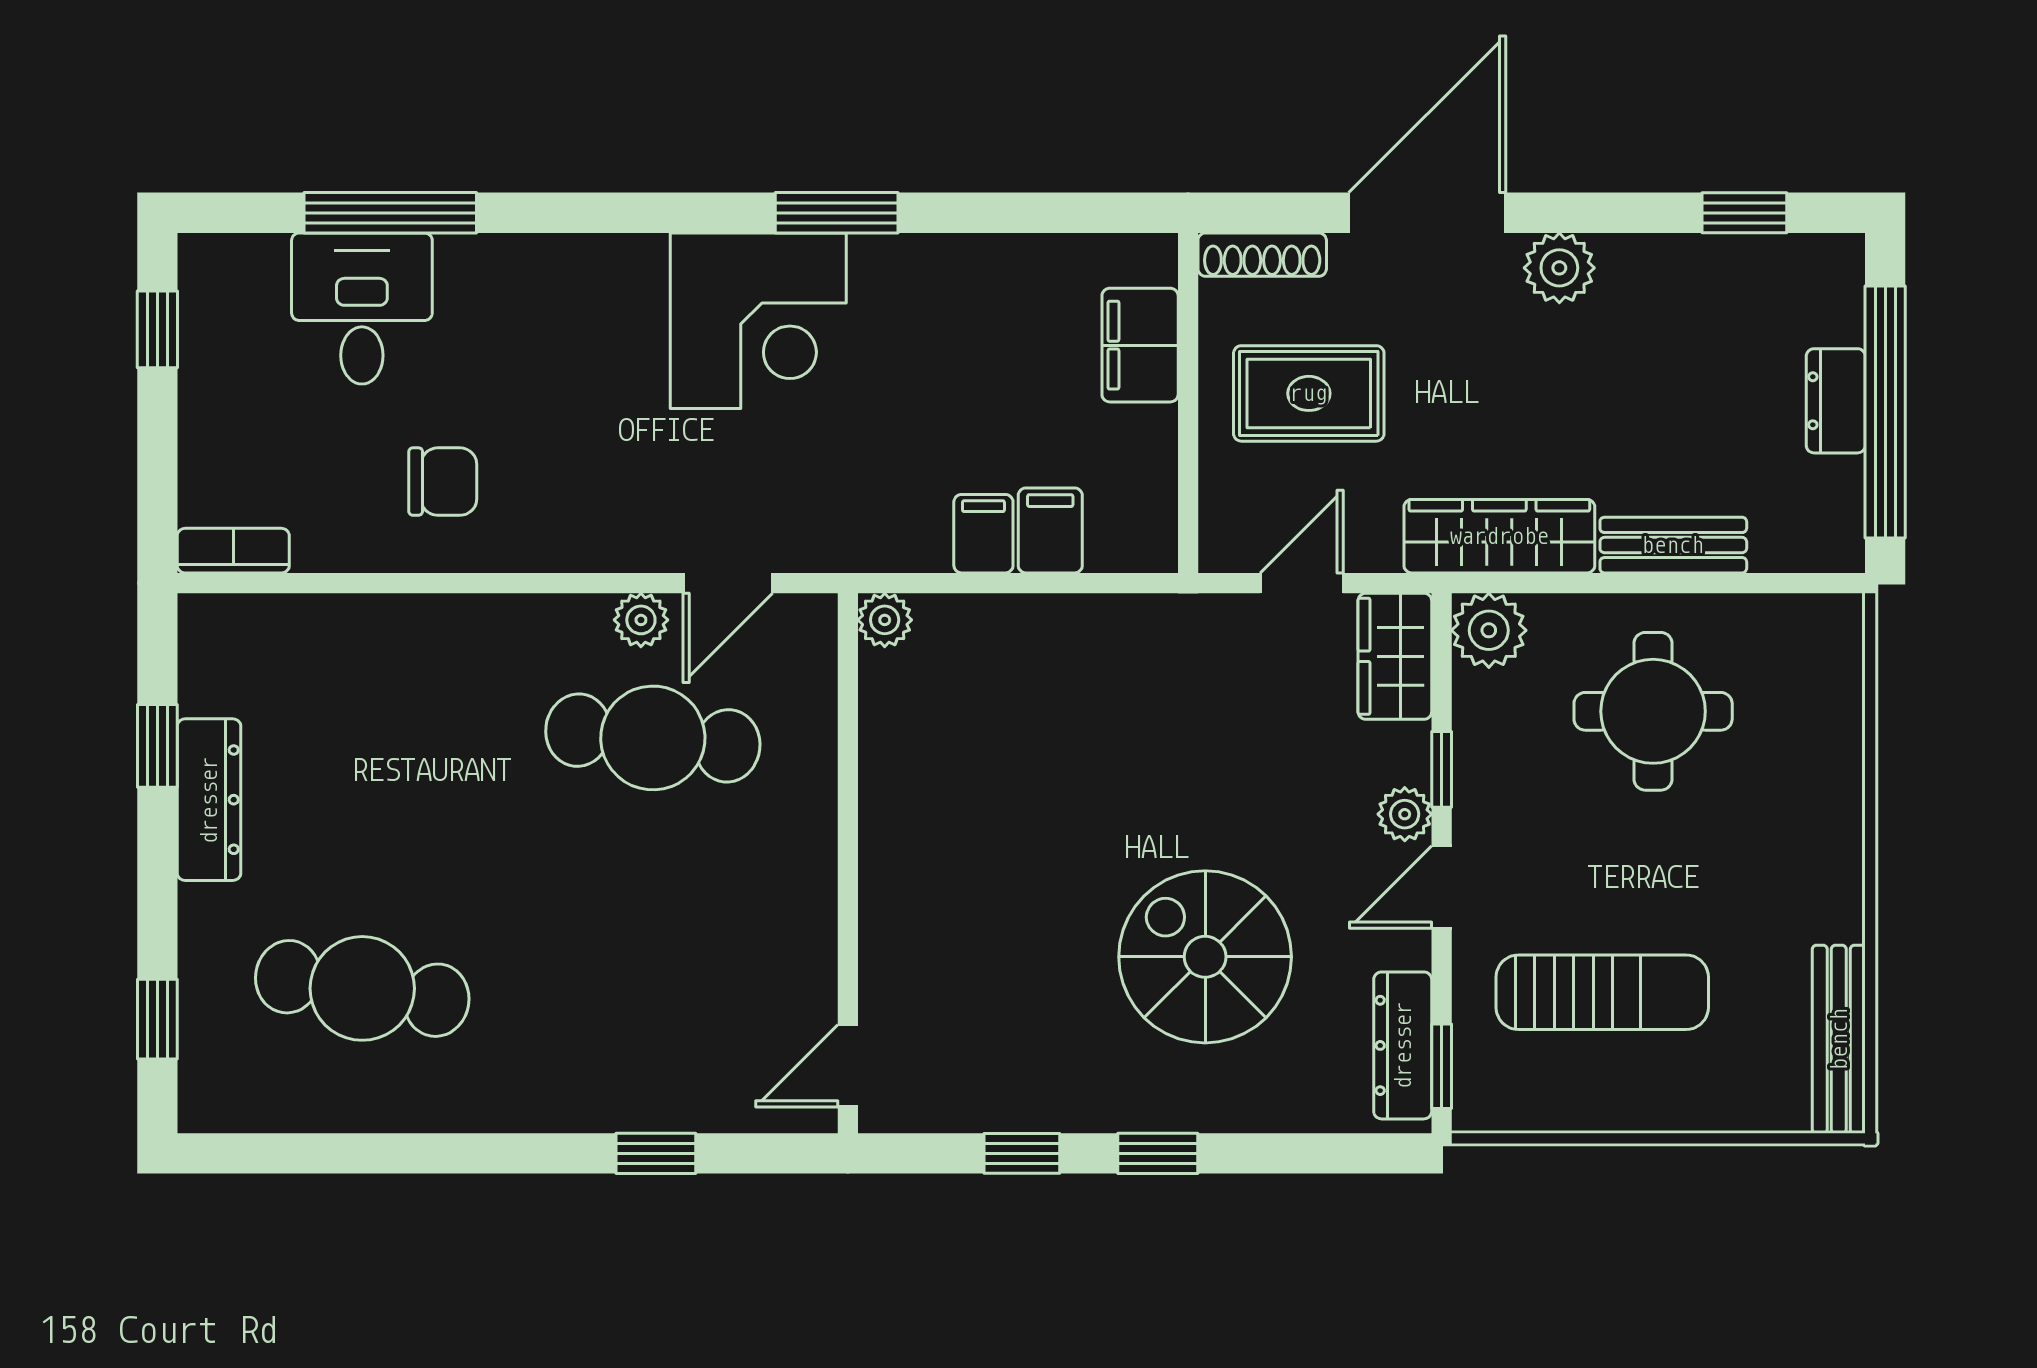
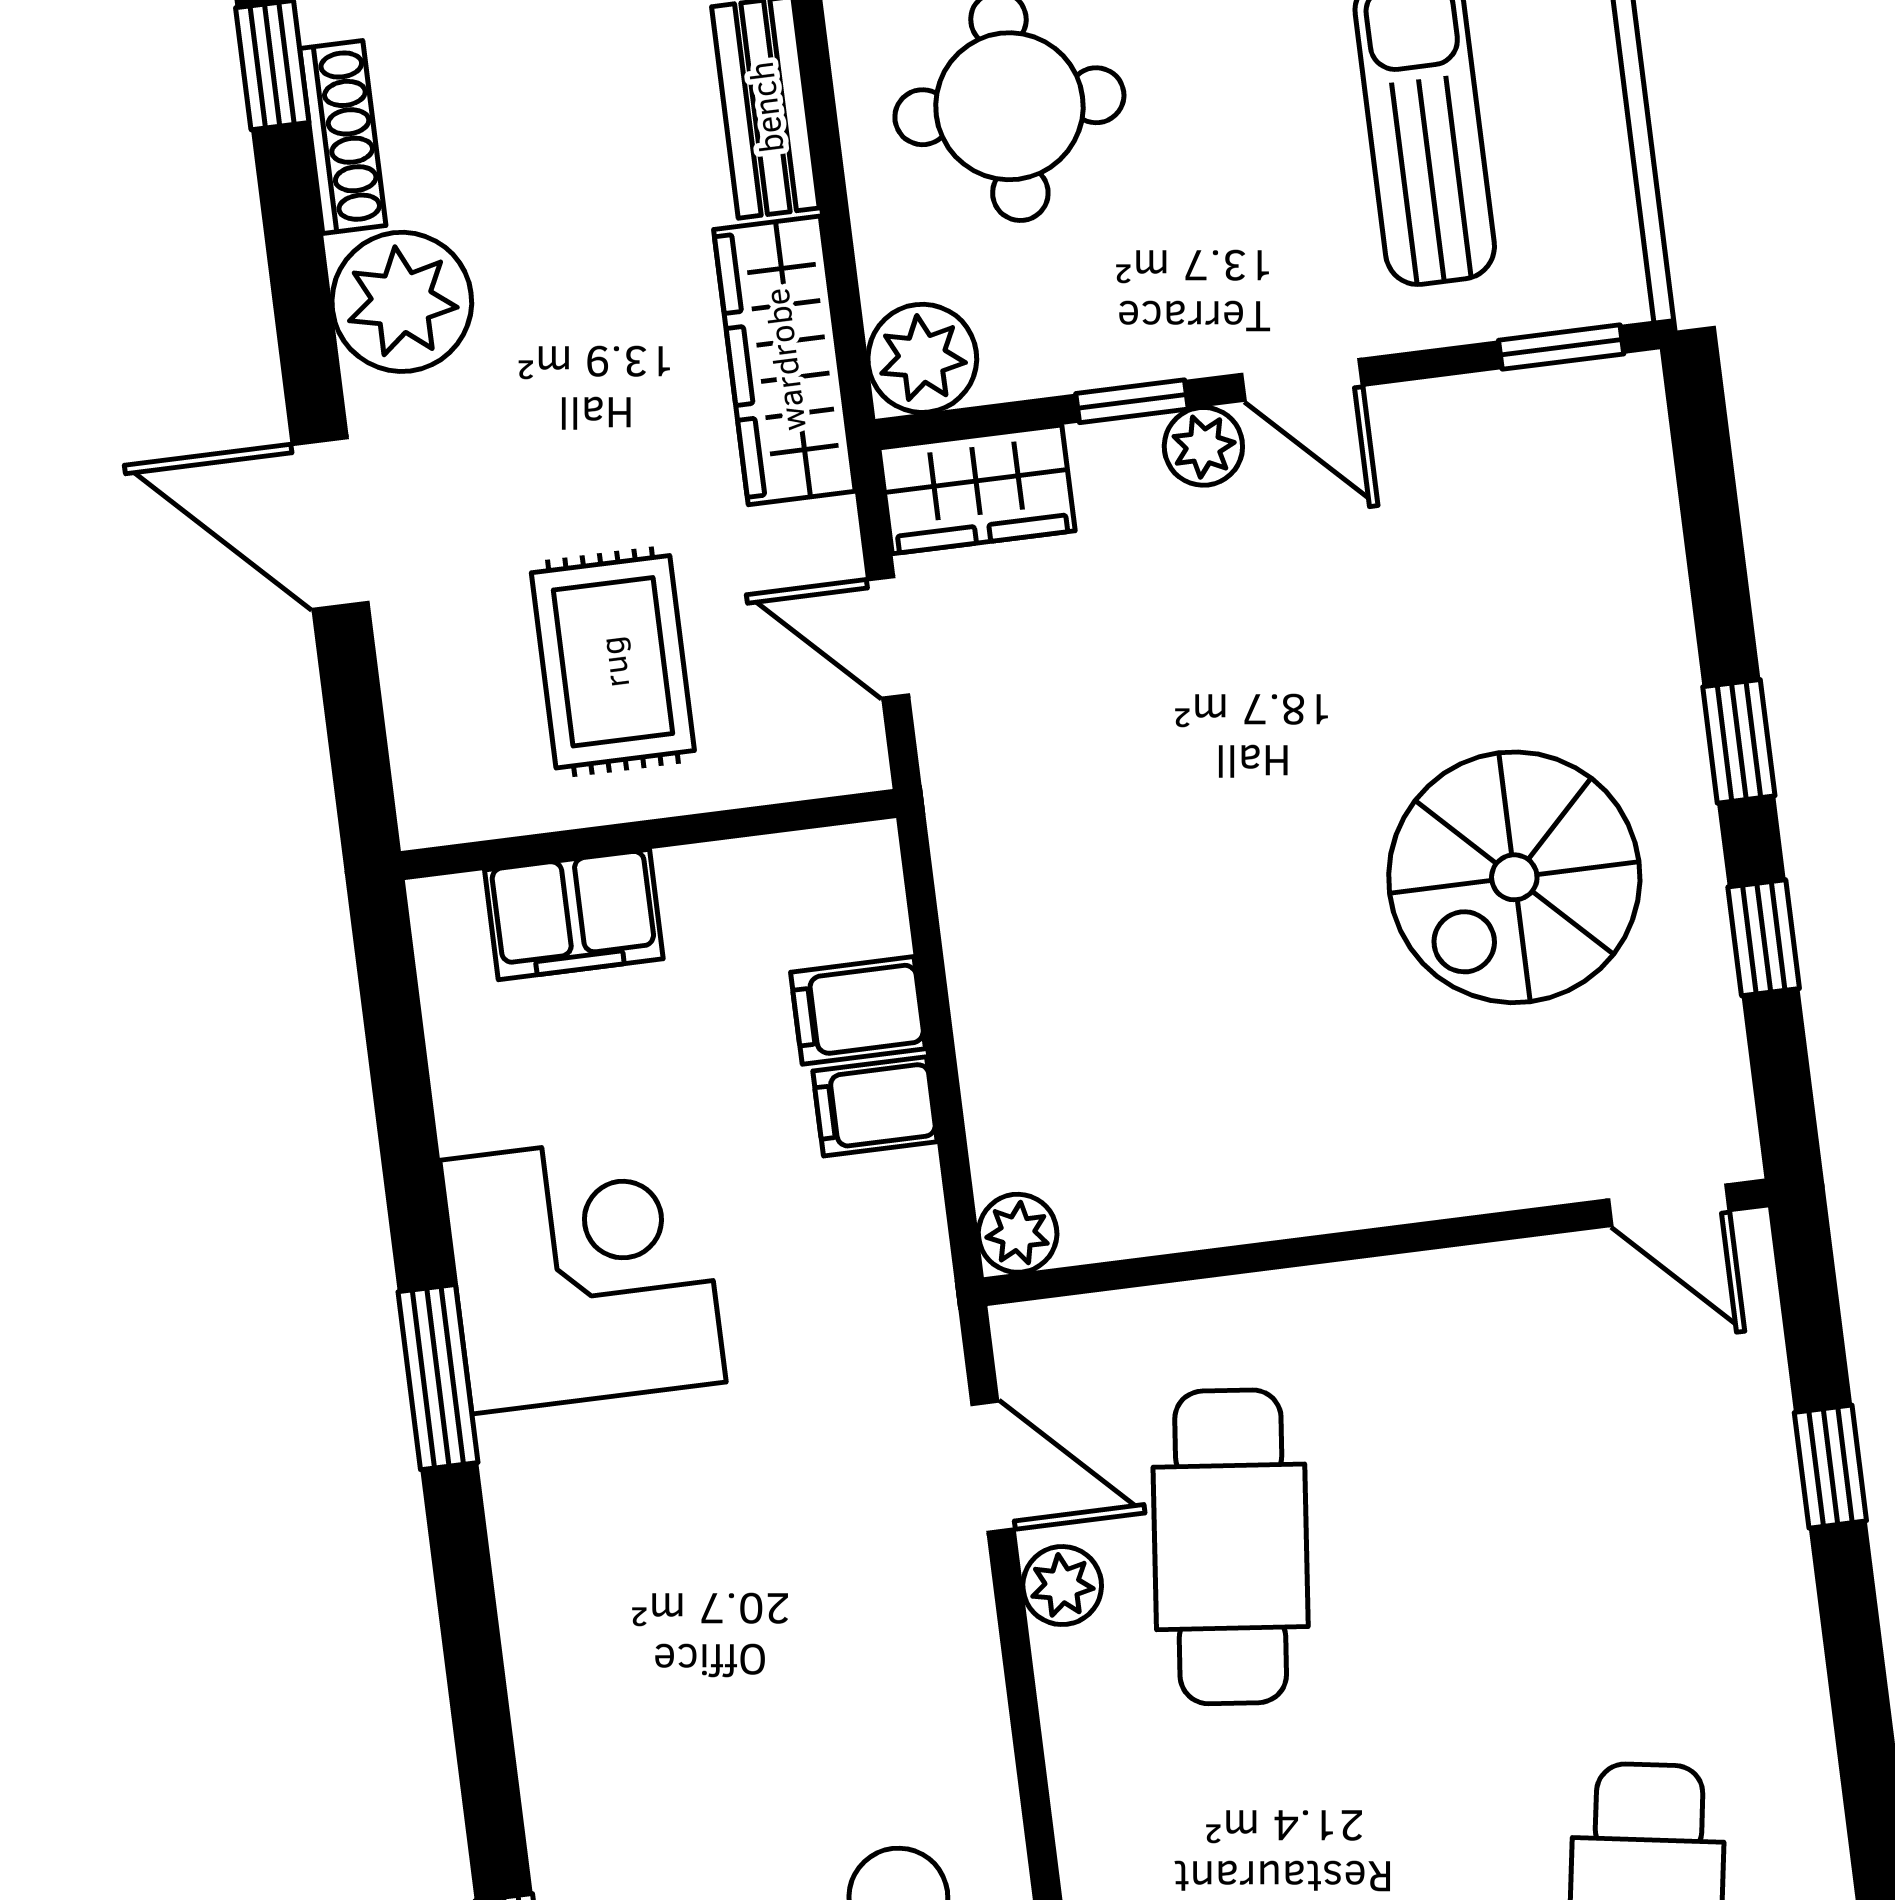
door: (1427, 213) -> (330, 524), width x0.73
shoe rack: (1262, 255) -> (343, 137), moved
plant: (1559, 268) -> (402, 302), width x1.36, depth x1.36
corner desk: (758, 321) -> (583, 1271), moved
spiral stairs: (1205, 957) -> (1514, 877), moved
dresser: (1403, 1045) -> (1538, 407), removed

